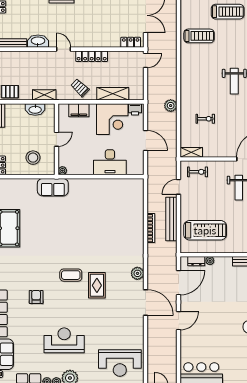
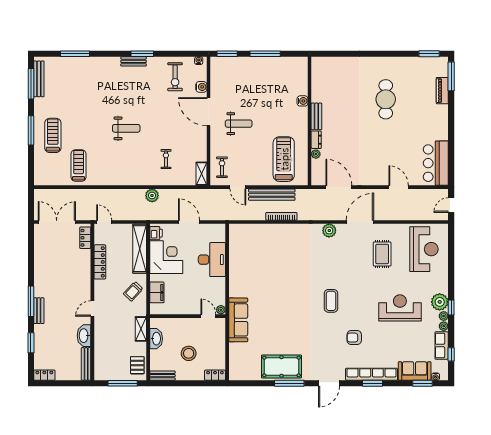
locker: (92, 56) -> (100, 262), moved
shelving: (113, 94) -> (140, 249), width x1.47
door: (57, 139) -> (208, 316), moved
door: (146, 141) -> (189, 222), hinge flipped
stool: (33, 158) -> (189, 353), moved
sofa: (53, 187) -> (238, 320), width x1.36
dresser: (196, 261) -> (316, 140), moved
rug: (97, 285) -> (382, 254), moved, turned 90
door: (179, 321) -> (399, 187), moved
reception desk: (64, 340) -> (400, 308), turned 90

